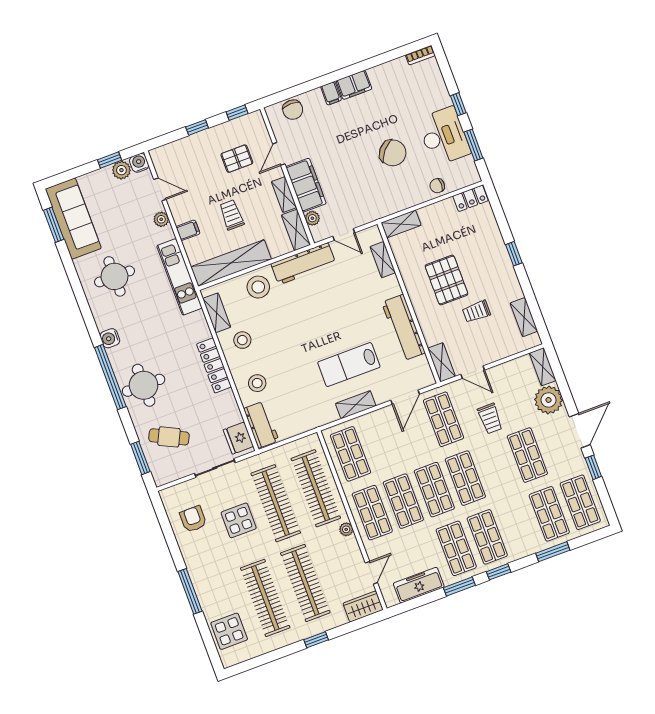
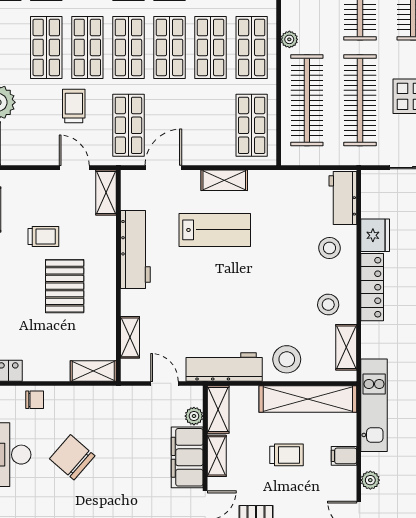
trolley: (232, 215) -> (287, 455), turned -90
fridge: (238, 438) -> (375, 235), moved
shop shelf: (496, 467) -> (87, 47), added

